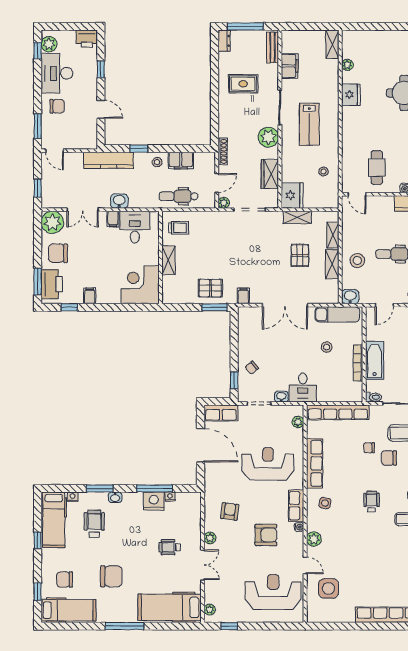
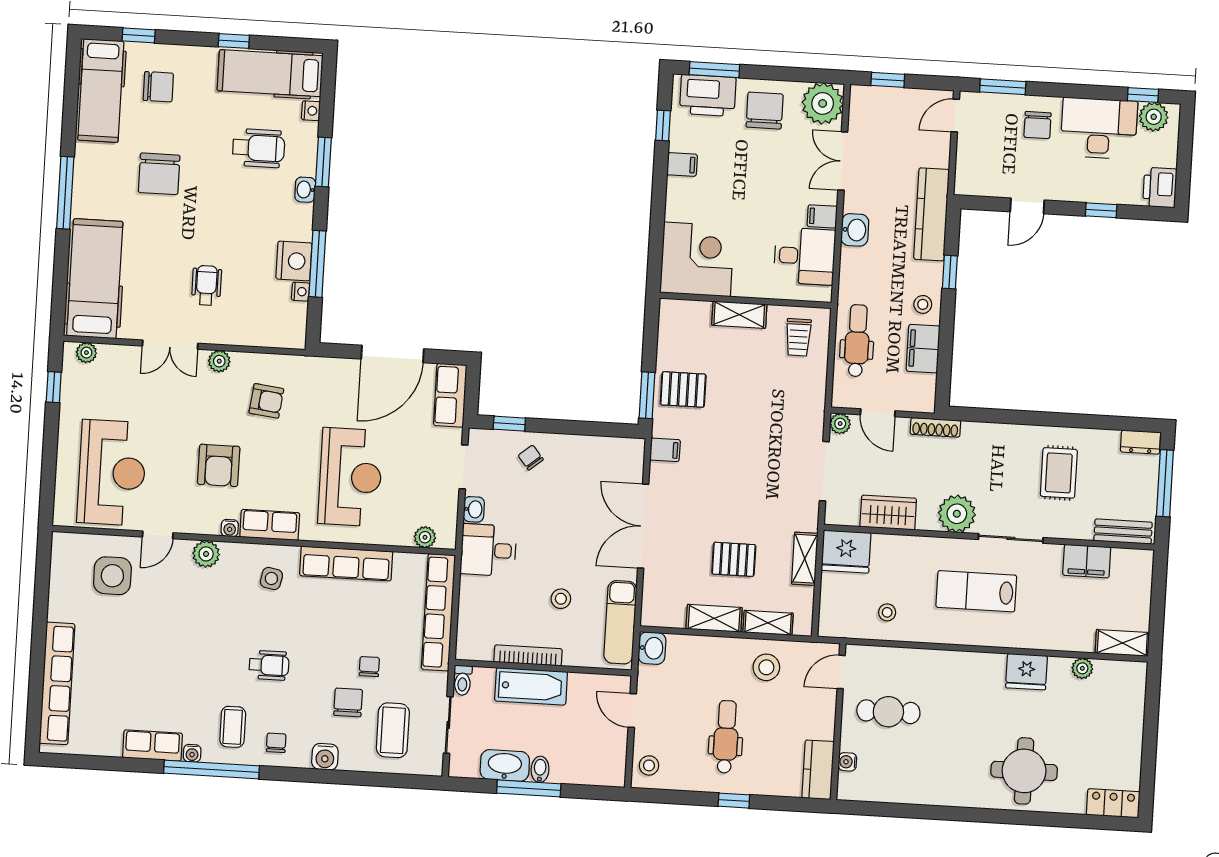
stool: (357, 261) -> (766, 667), moved
pallet: (210, 288) -> (683, 389), turned 90
chair: (65, 579) -> (158, 87), turned 90

